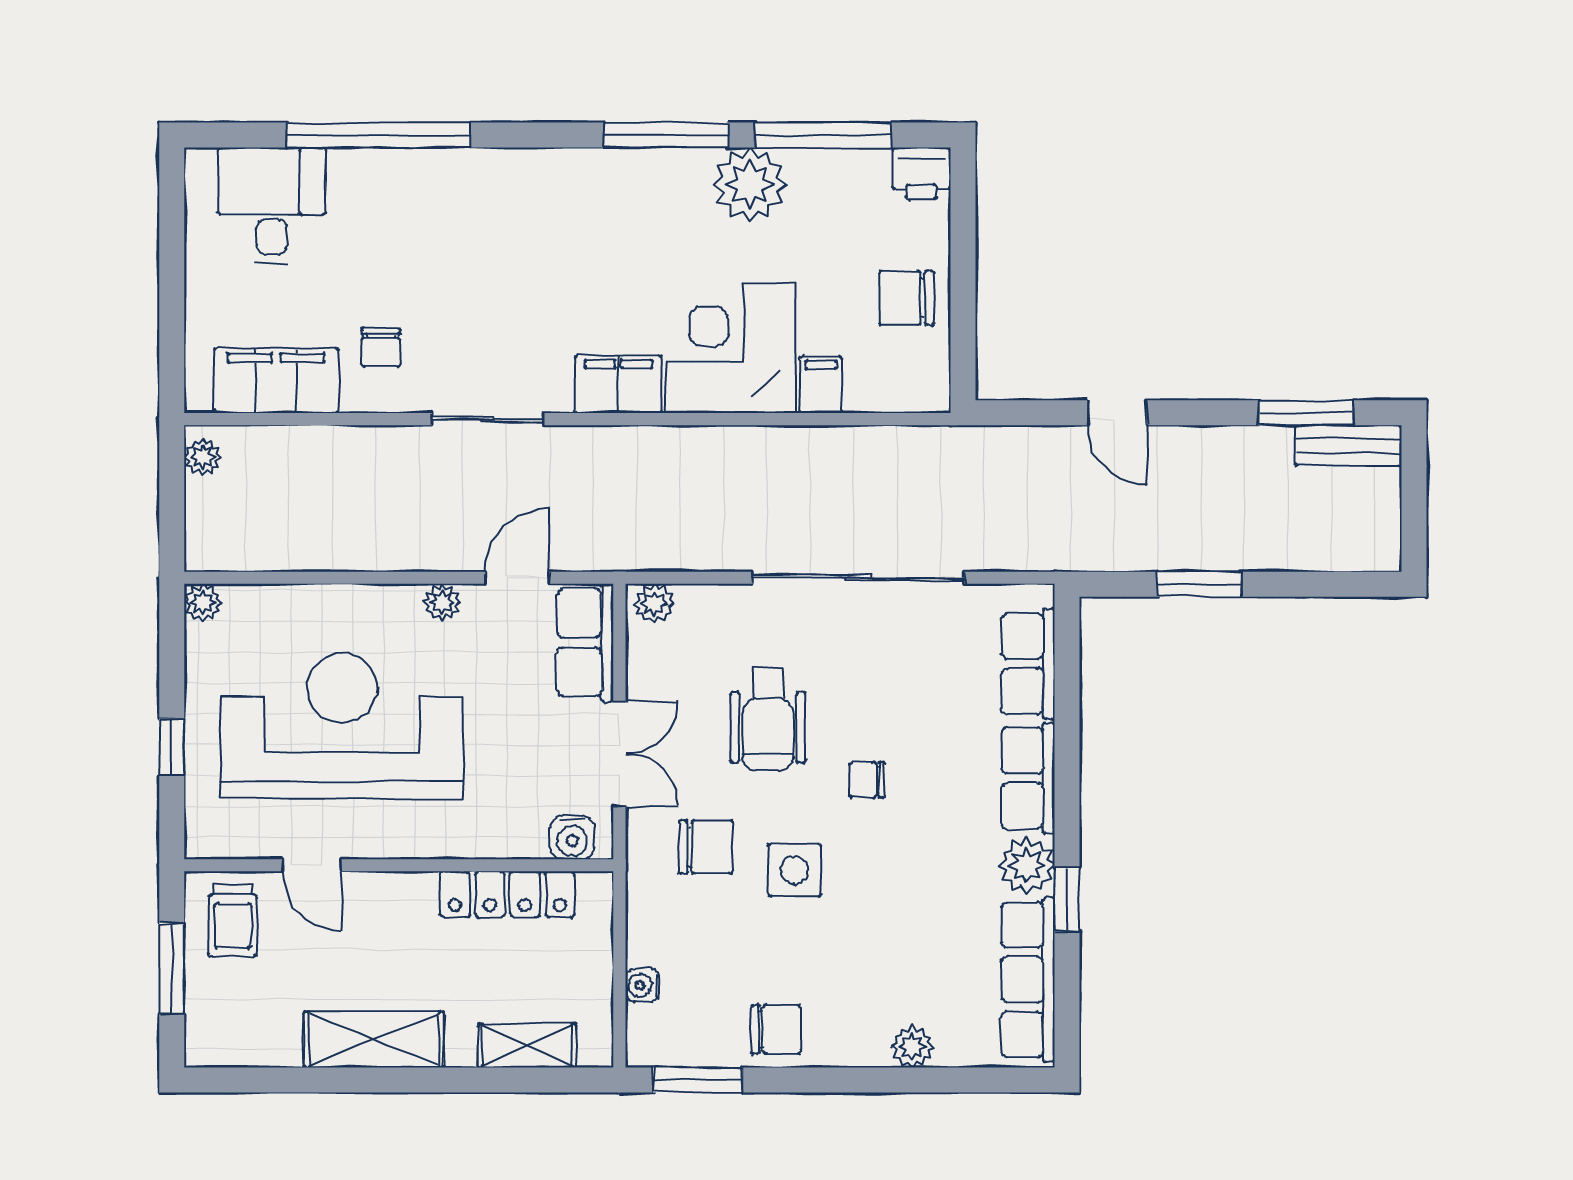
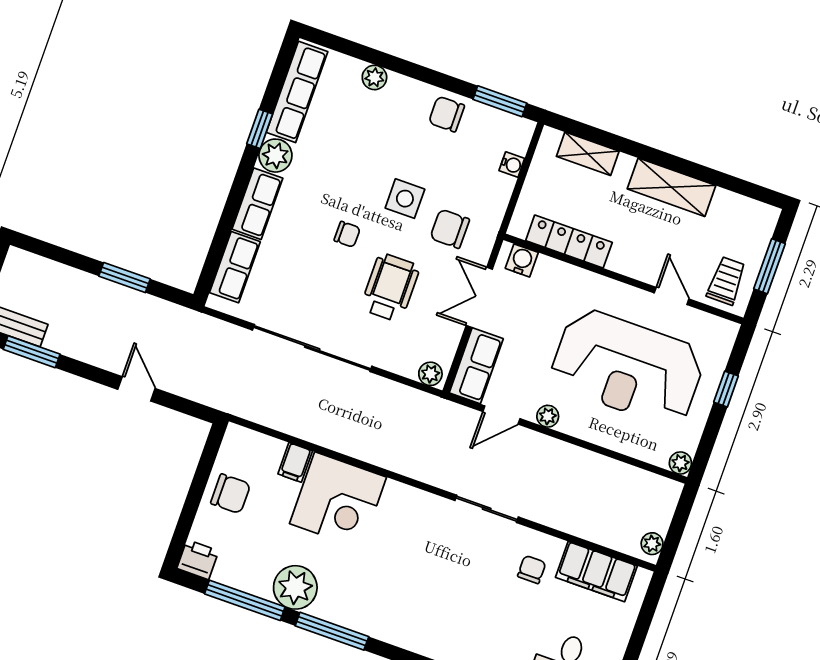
filing cabinet: (618, 384) -> (407, 502), removed

